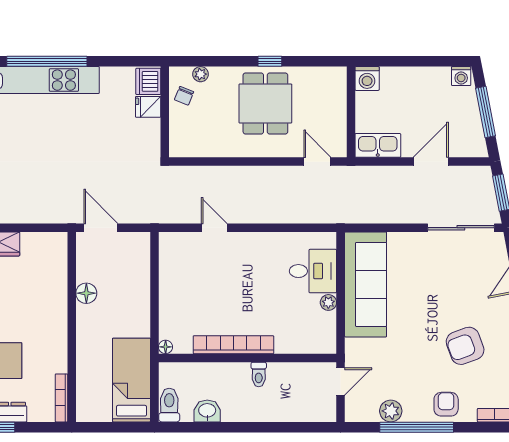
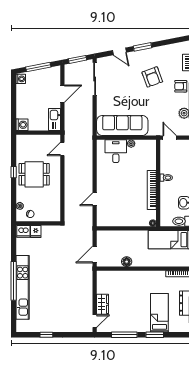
door: (431, 162) -> (62, 94), swing flipped

